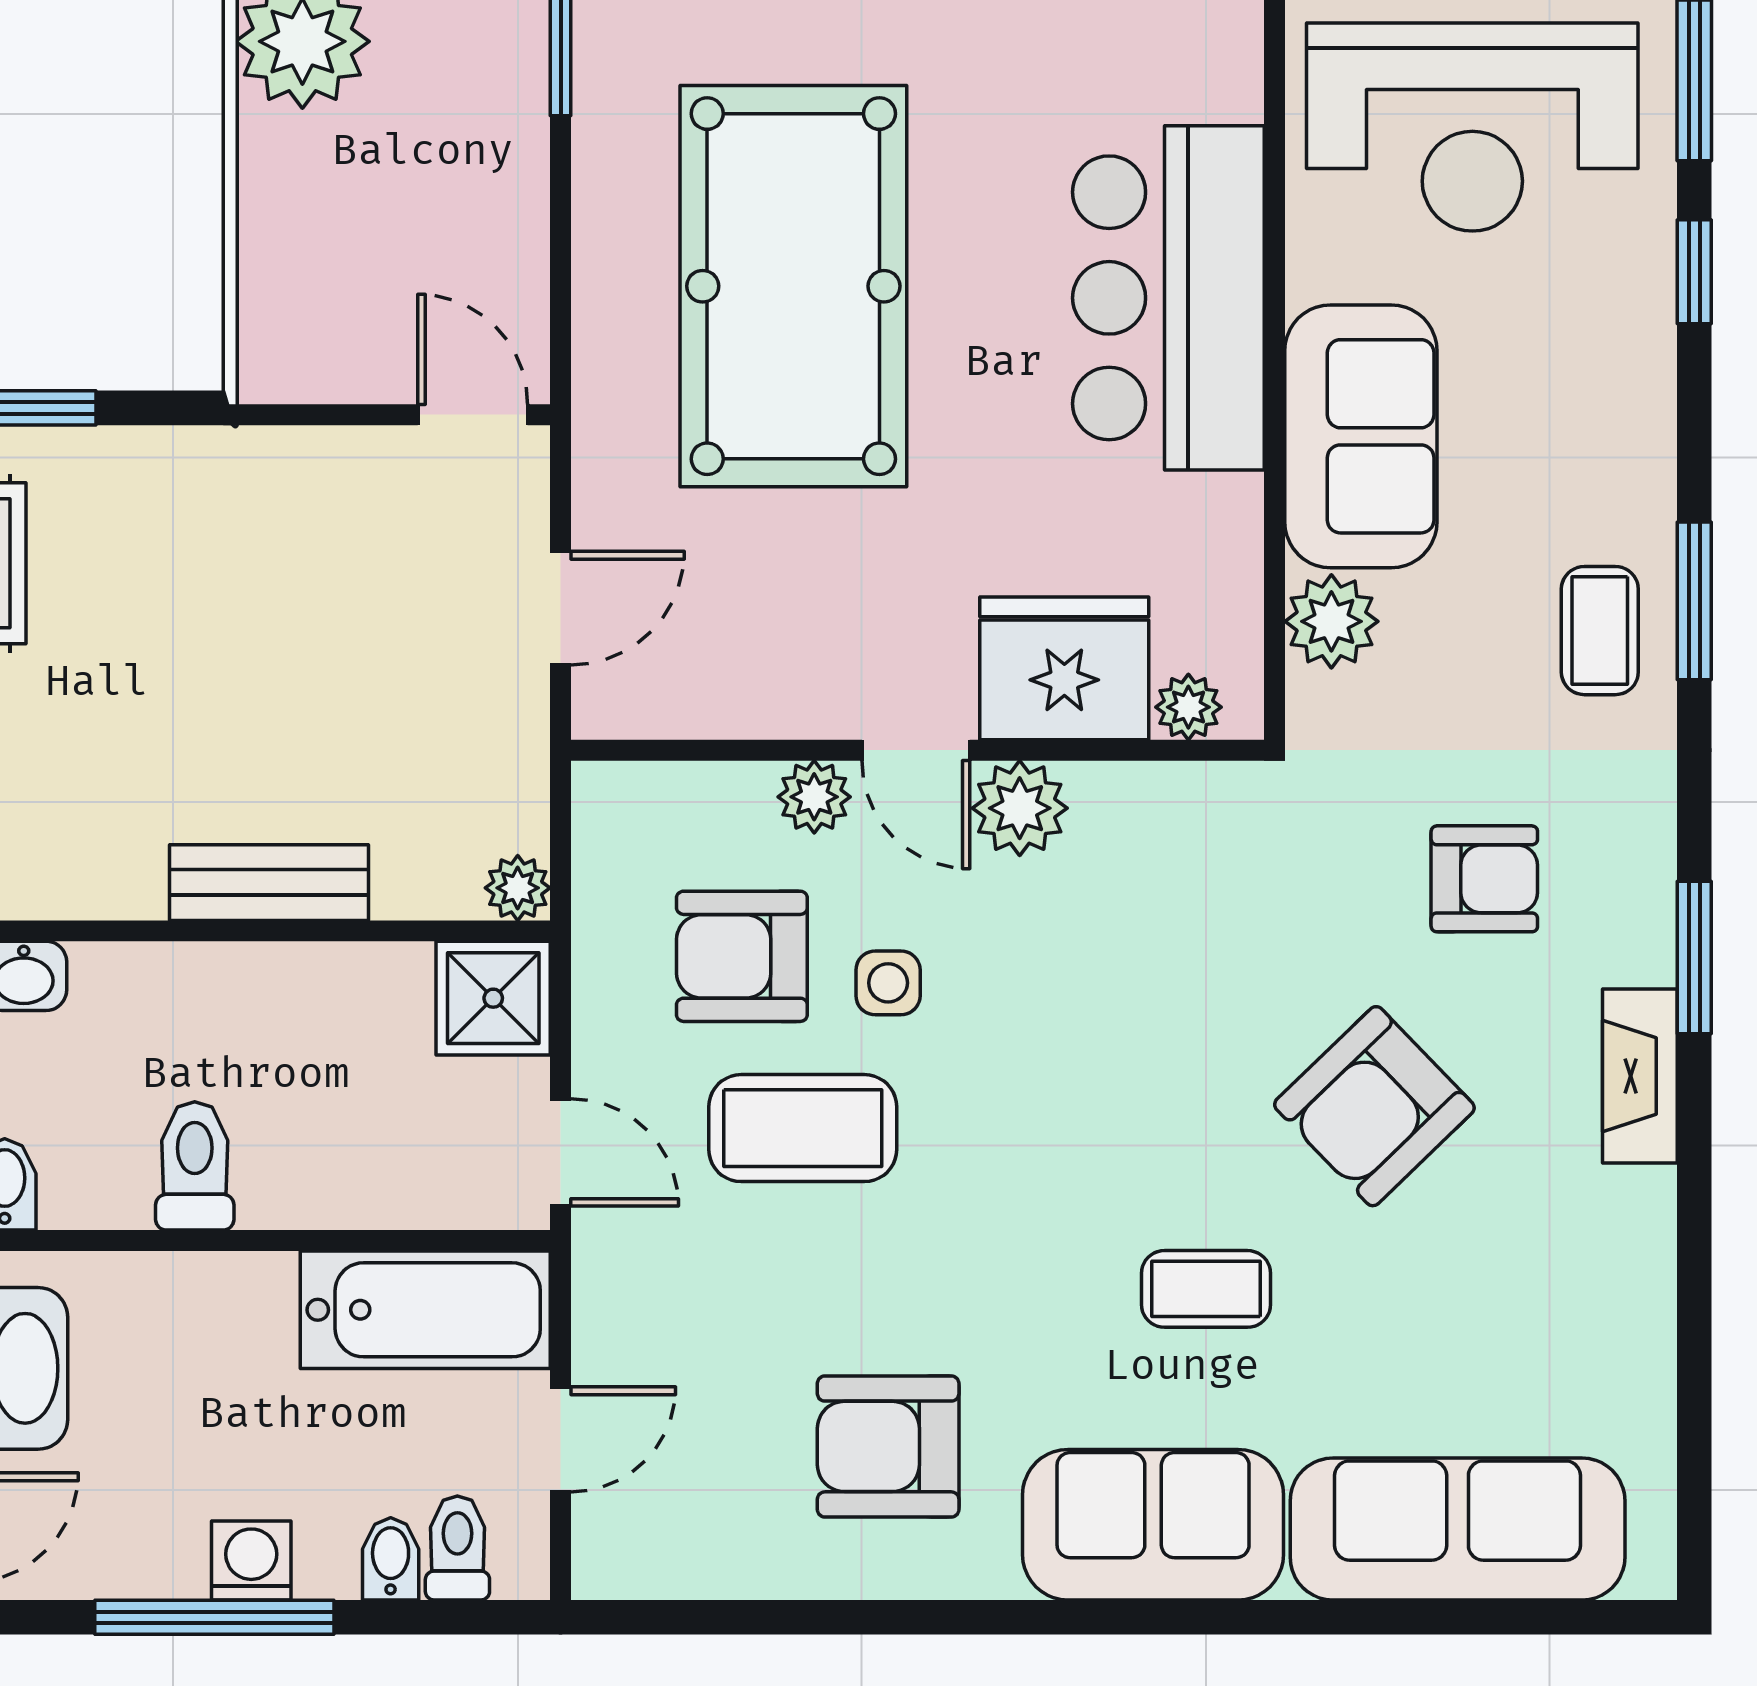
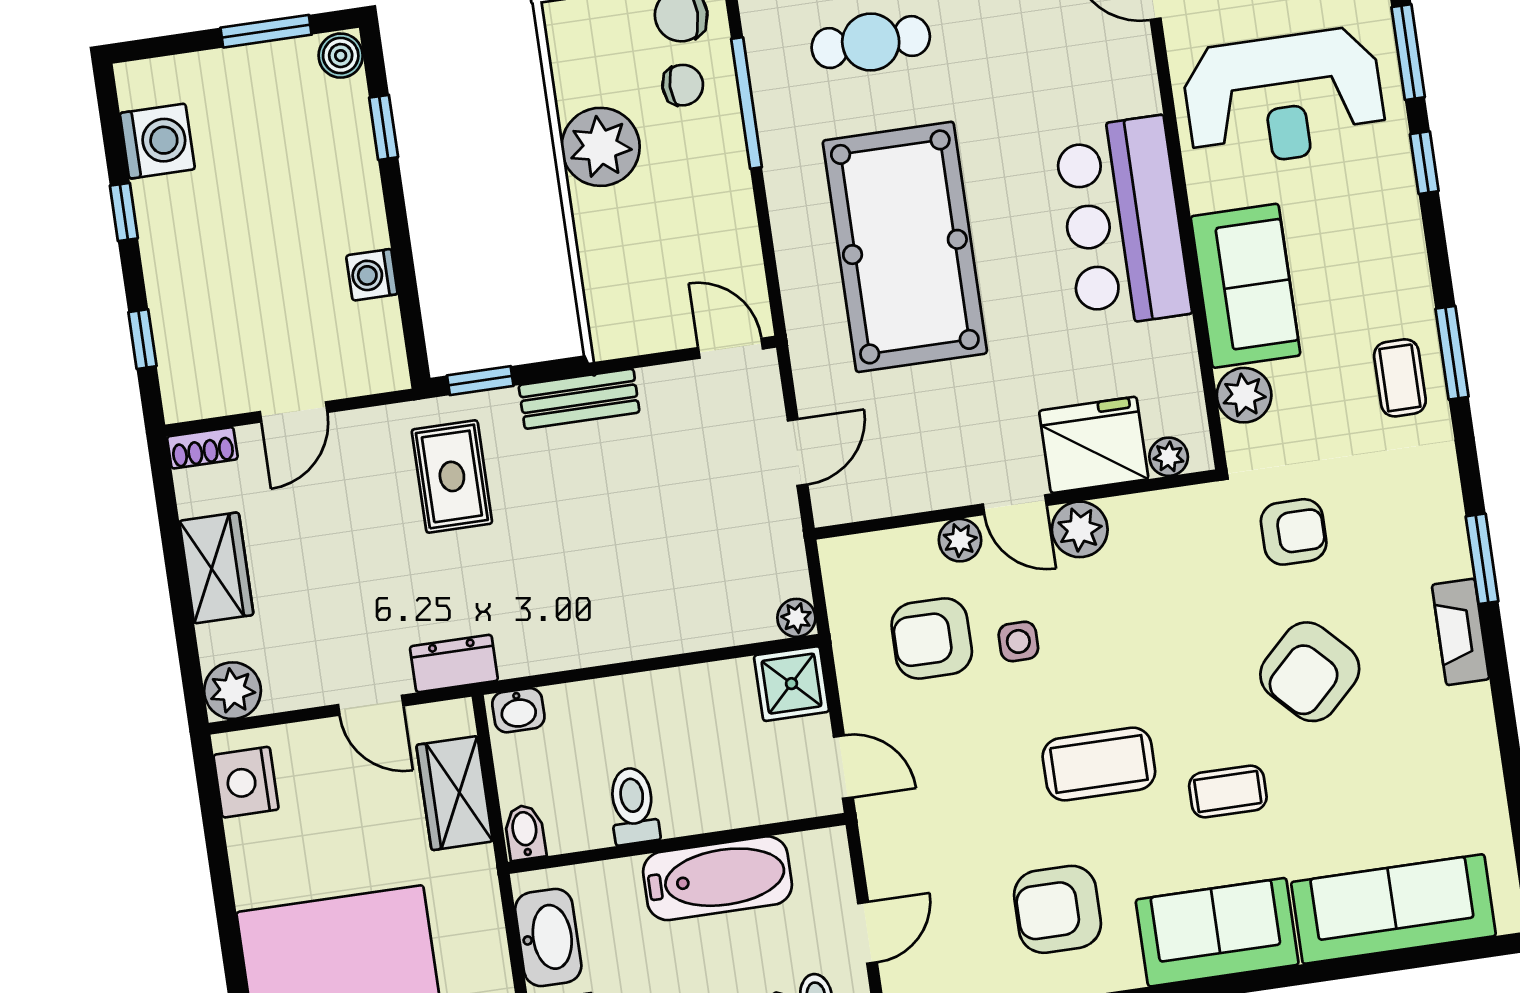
armchair: (1484, 879) -> (1294, 532), moved
bench: (269, 883) -> (579, 399), moved
coffee table: (803, 1128) -> (1099, 764), moved
bathtub: (425, 1310) -> (717, 878), moved

